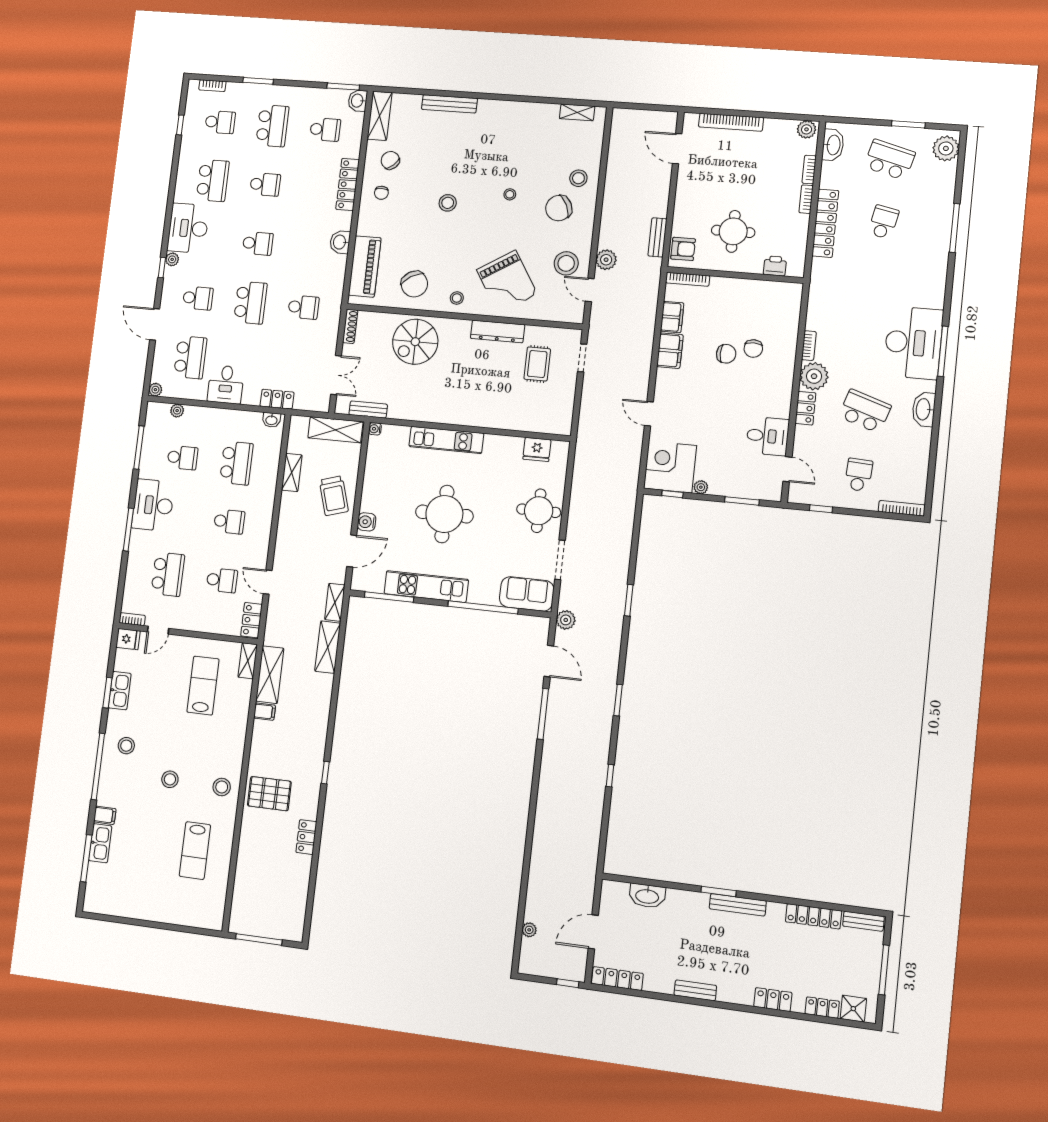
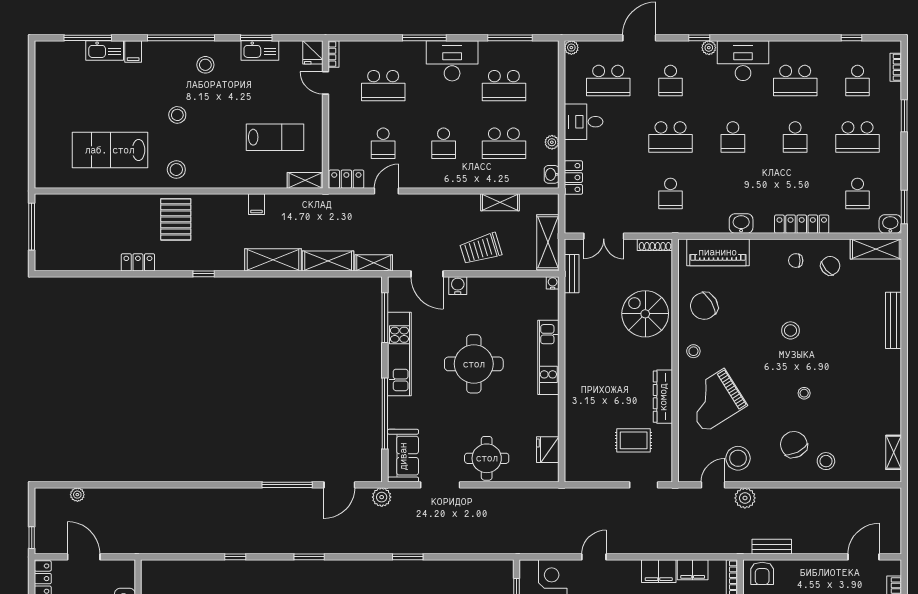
plant: (177, 411) -> (552, 142), moved
school desk: (182, 458) -> (504, 86), width x1.85
shelving: (270, 675) -> (273, 260), moved
lab bench: (195, 851) -> (110, 150), width x1.36, depth x1.39

